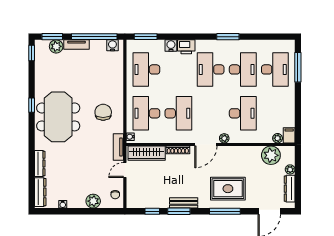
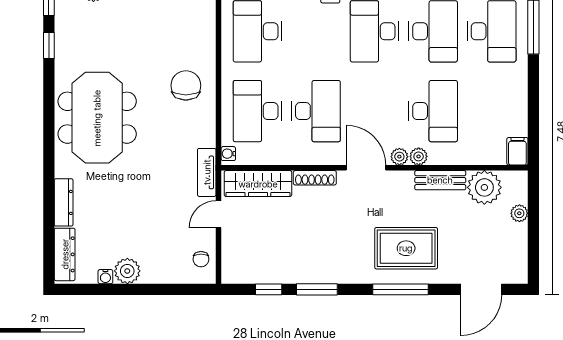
window: (32, 105) -> (49, 45), moved
chair: (103, 112) -> (186, 85), moved
plant: (278, 138) -> (419, 156), moved
door: (206, 144) -> (366, 168), swing flipped
dresser: (290, 189) -> (518, 248), removed
plant: (93, 201) -> (127, 271), moved
bench: (184, 203) -> (440, 180), moved

